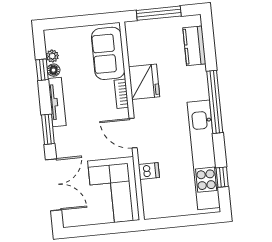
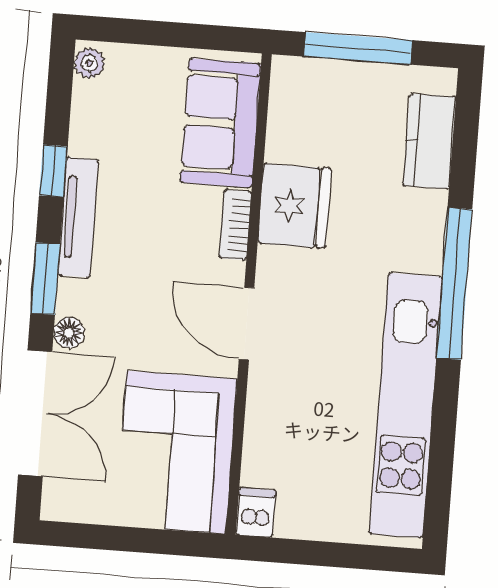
plant: (52, 56) -> (89, 63), moved
window: (42, 70) -> (53, 171), moved
floor lamp: (53, 70) -> (69, 333), moved
dishwasher: (149, 171) -> (256, 513), moved, turned -90
window: (222, 177) -> (441, 466), removed

